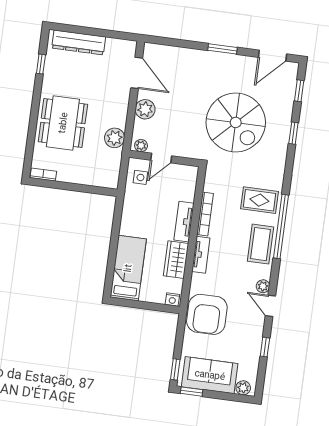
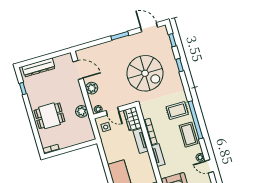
door: (273, 56) -> (149, 27), swing flipped
dining table: (63, 123) -> (49, 116), width x0.73
door: (161, 158) -> (112, 111), hinge flipped
wardrobe: (176, 260) -> (132, 119), moved

